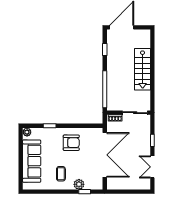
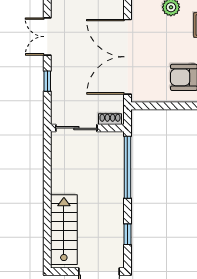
stairs: (143, 69) -> (64, 230), moved
double door: (152, 167) -> (47, 37), swing flipped

